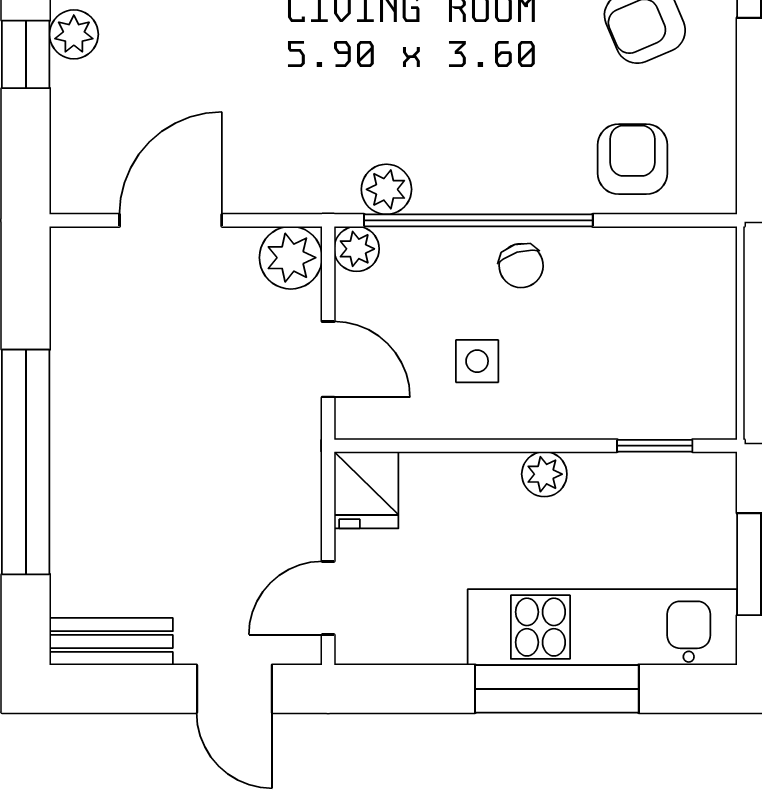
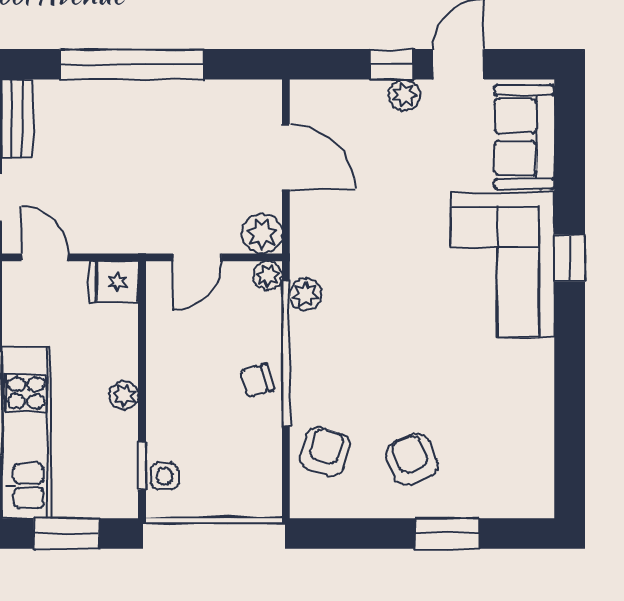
armchair: (632, 159) -> (325, 452), turned -73
side table: (477, 361) -> (164, 476), moved

